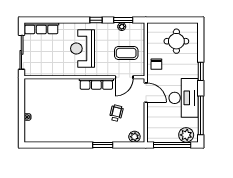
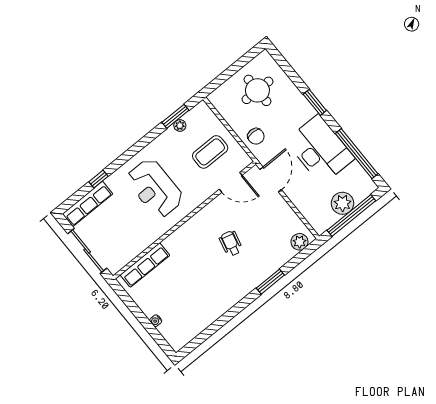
window: (96, 20) -> (99, 179), moved
door: (124, 77) -> (231, 182), hinge flipped
row of seats: (96, 84) -> (145, 265), moved
door: (146, 93) -> (271, 180), hinge flipped
wheelchair: (116, 113) -> (231, 243), moved
plant: (186, 135) -> (342, 203), moved

